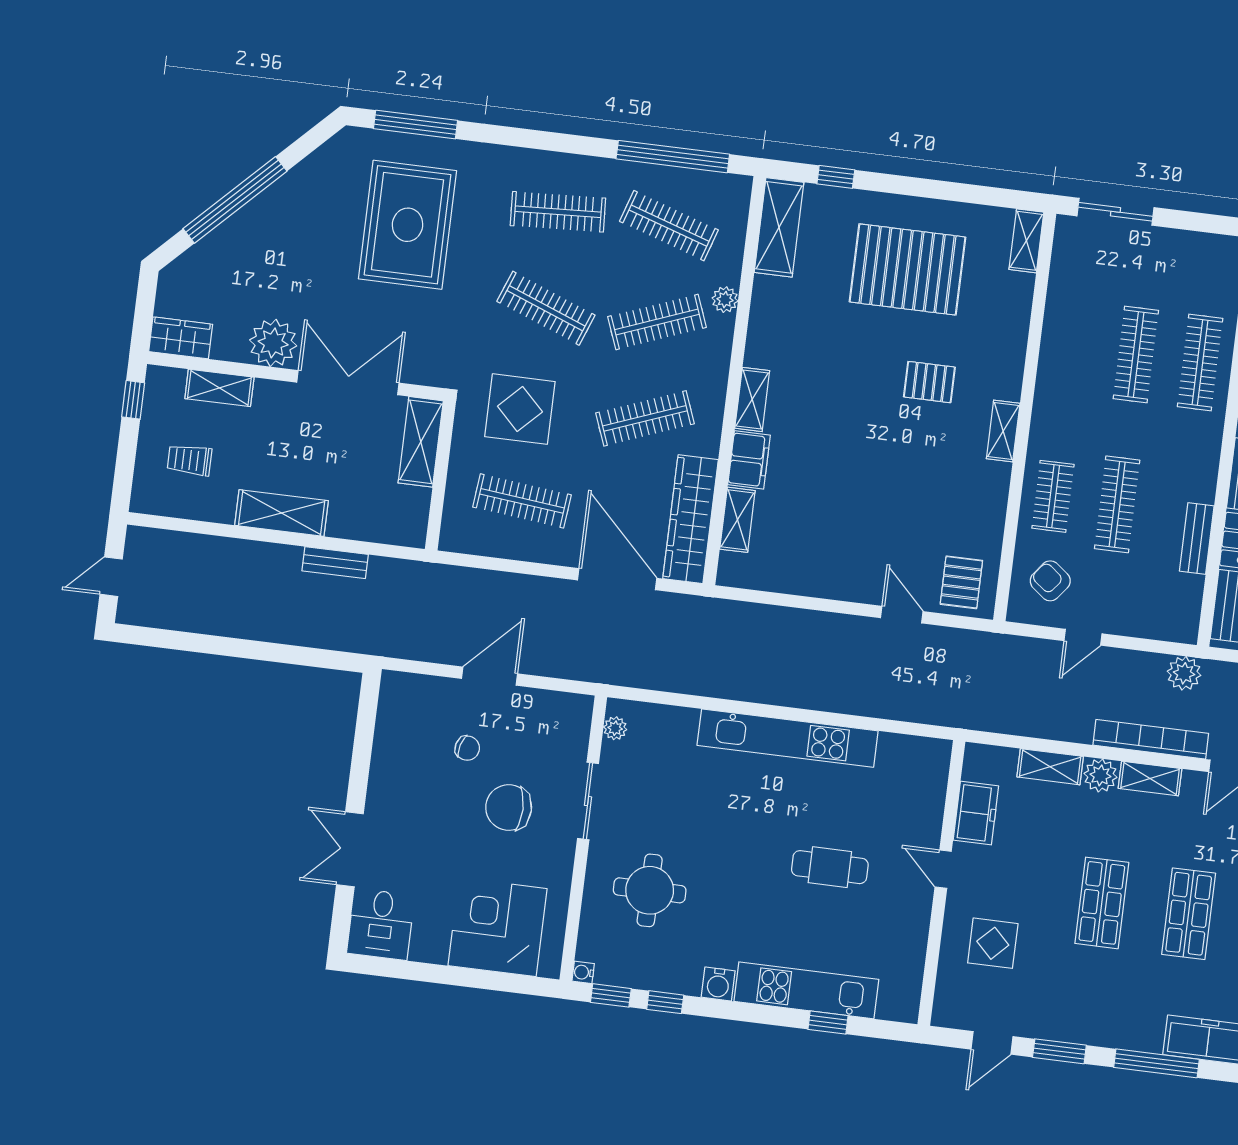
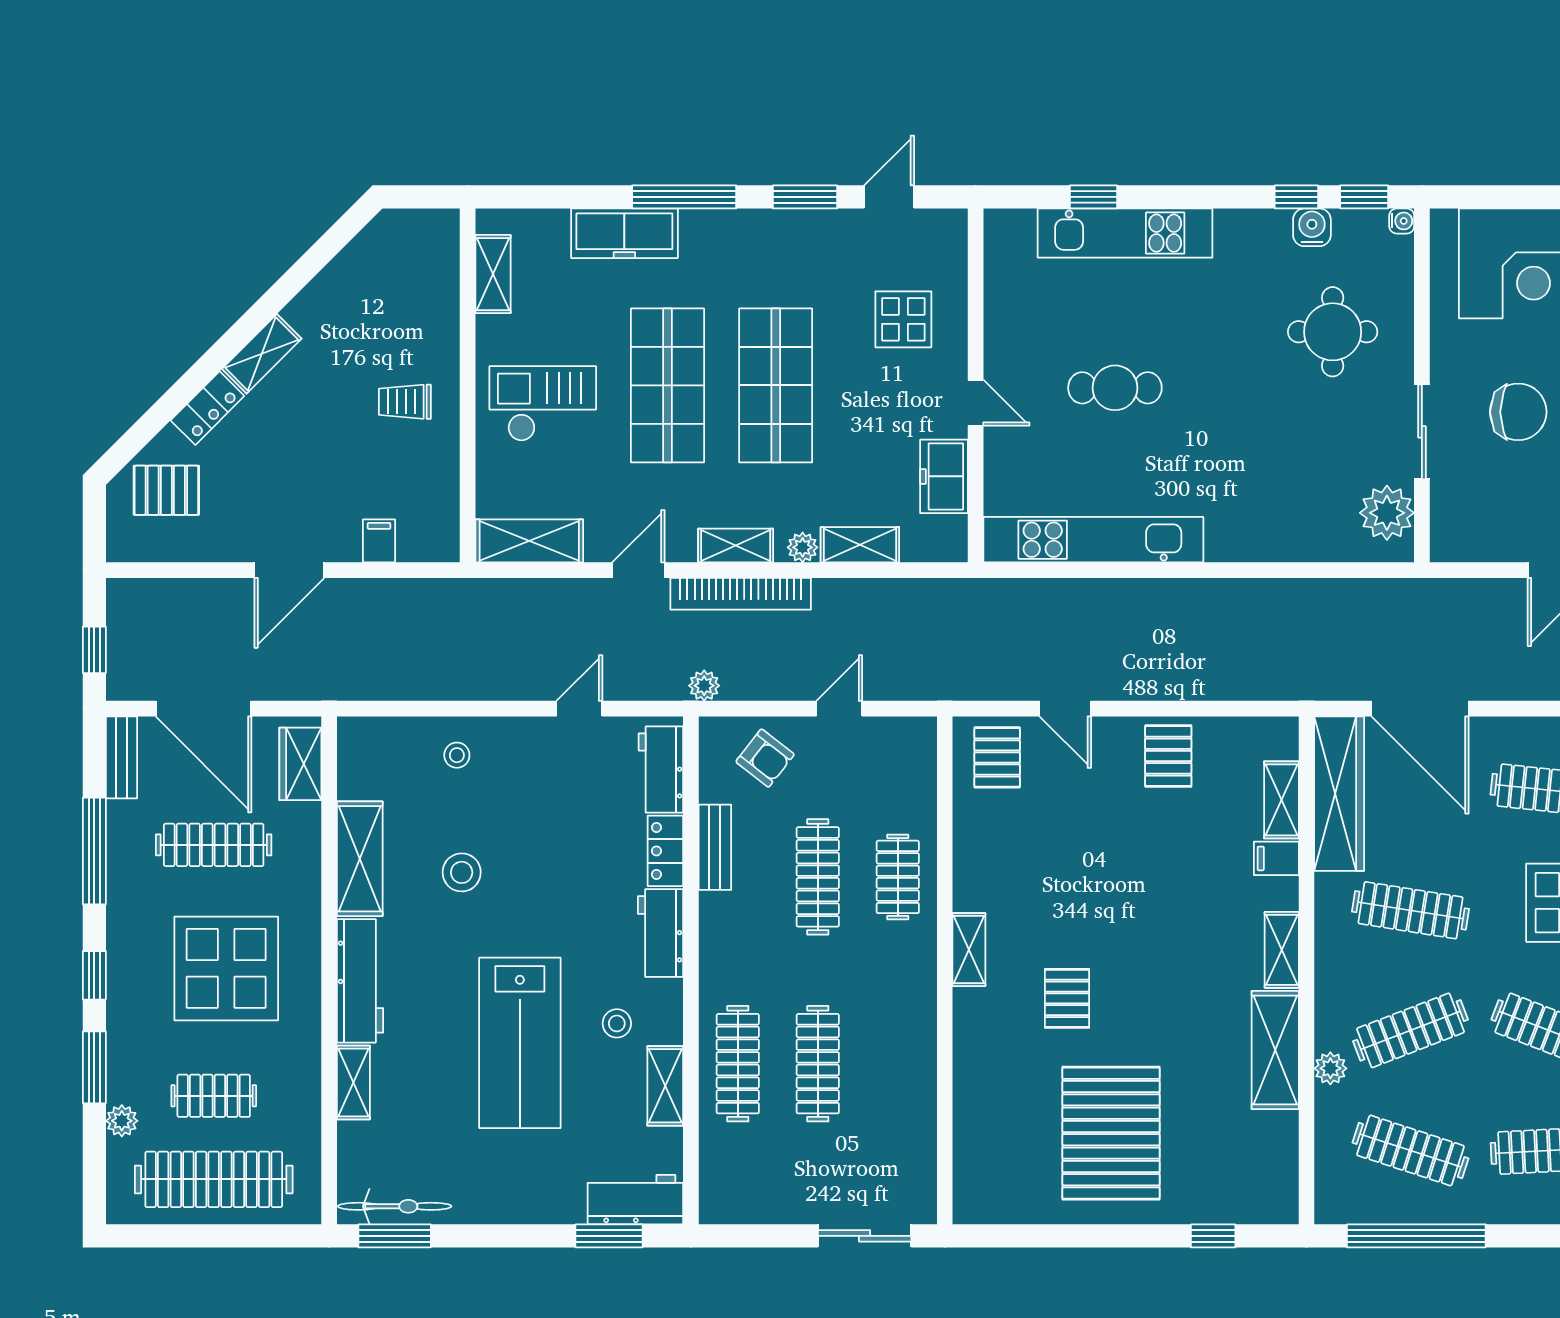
shelving: (779, 227) -> (1275, 1050), moved
shelving: (1026, 241) -> (969, 1186), removed
pallet: (908, 269) -> (1111, 1133), turned 90
pallet: (929, 382) -> (1067, 998), turned 90
clothes rail: (645, 418) -> (1410, 910), turned 30
filing cabinet: (749, 460) -> (1276, 858), width x0.50
pallet: (824, 566) -> (1168, 756), added
armchair: (1050, 581) -> (765, 758), moved
plant: (1184, 673) -> (704, 686), width x0.73, depth x0.73
plant: (615, 728) -> (1387, 513), width x1.87, depth x1.87
kitchen unit: (788, 738) -> (1093, 540), moved
plant: (1100, 775) -> (803, 547), width x0.73, depth x0.73
shop shelf: (1102, 903) -> (776, 385), width x1.43, depth x1.36
shop shelf: (1189, 914) -> (668, 385), width x1.43, depth x1.36
water cooler: (718, 984) -> (1312, 227), moved

